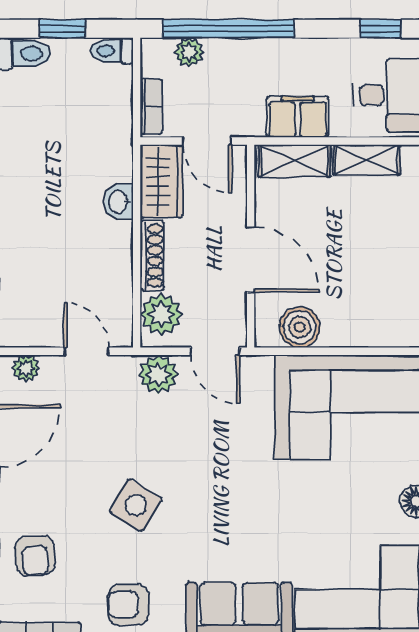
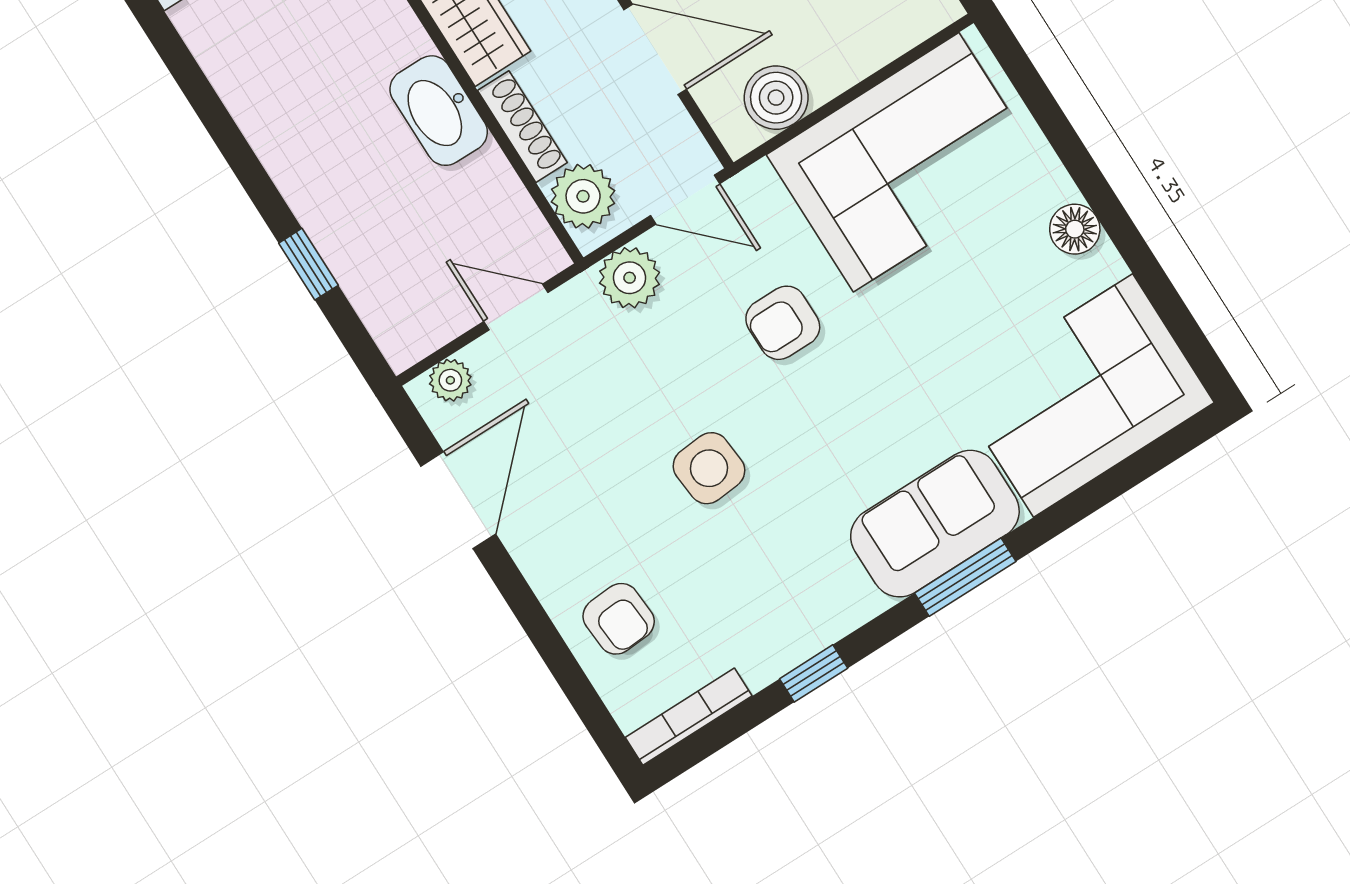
washbasin: (119, 202) -> (439, 111), width x1.91, depth x1.45
side table: (136, 505) -> (709, 468), turned -36
armchair: (128, 605) -> (783, 323), moved

